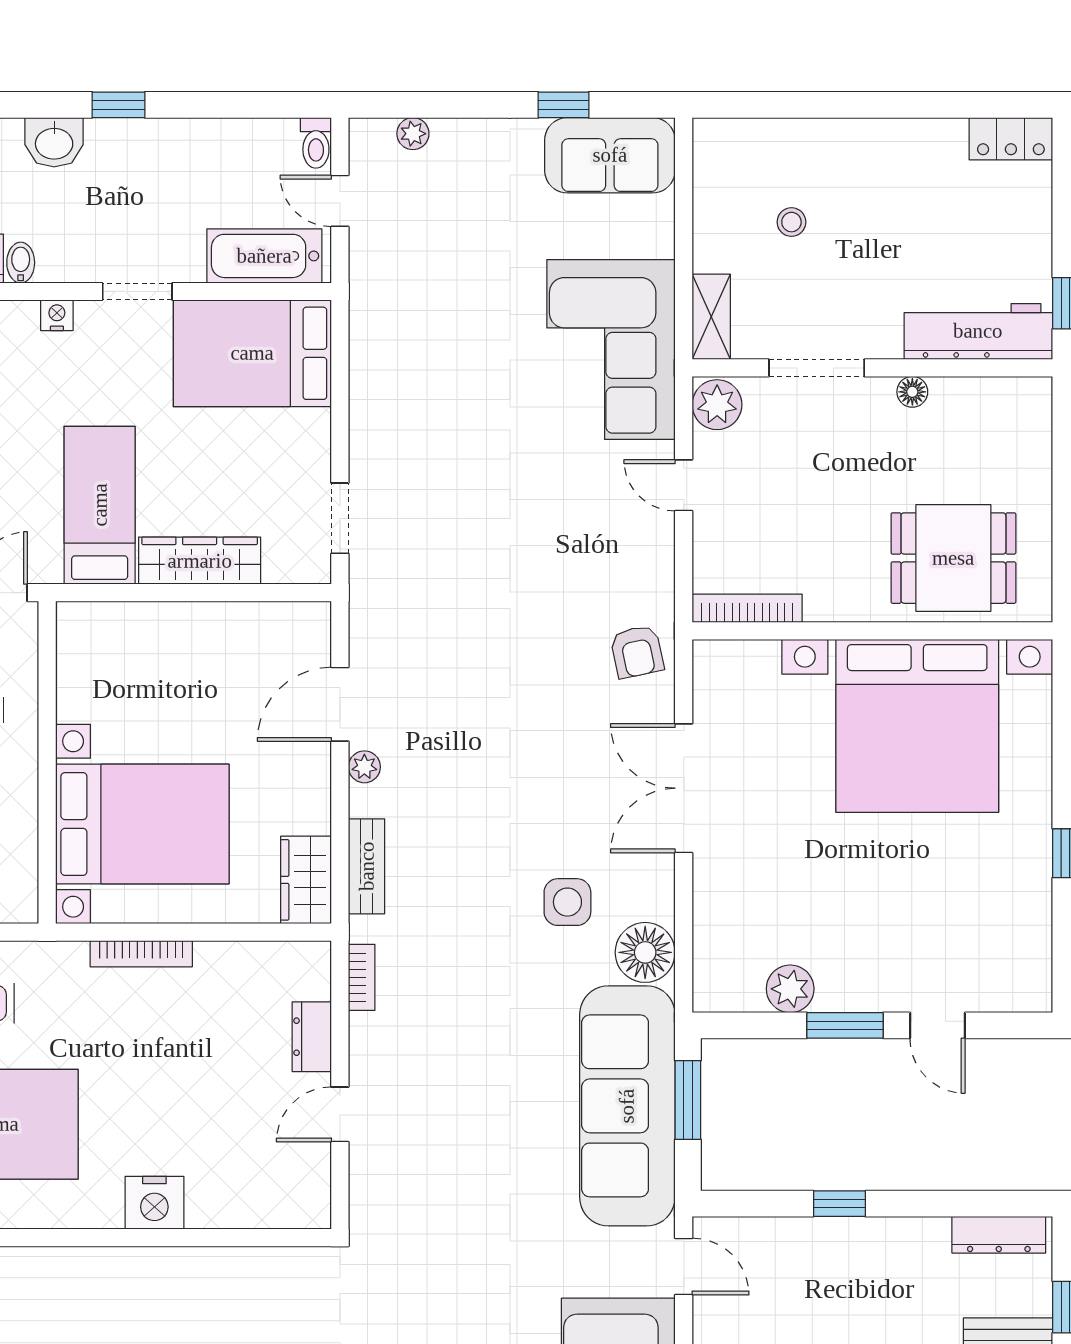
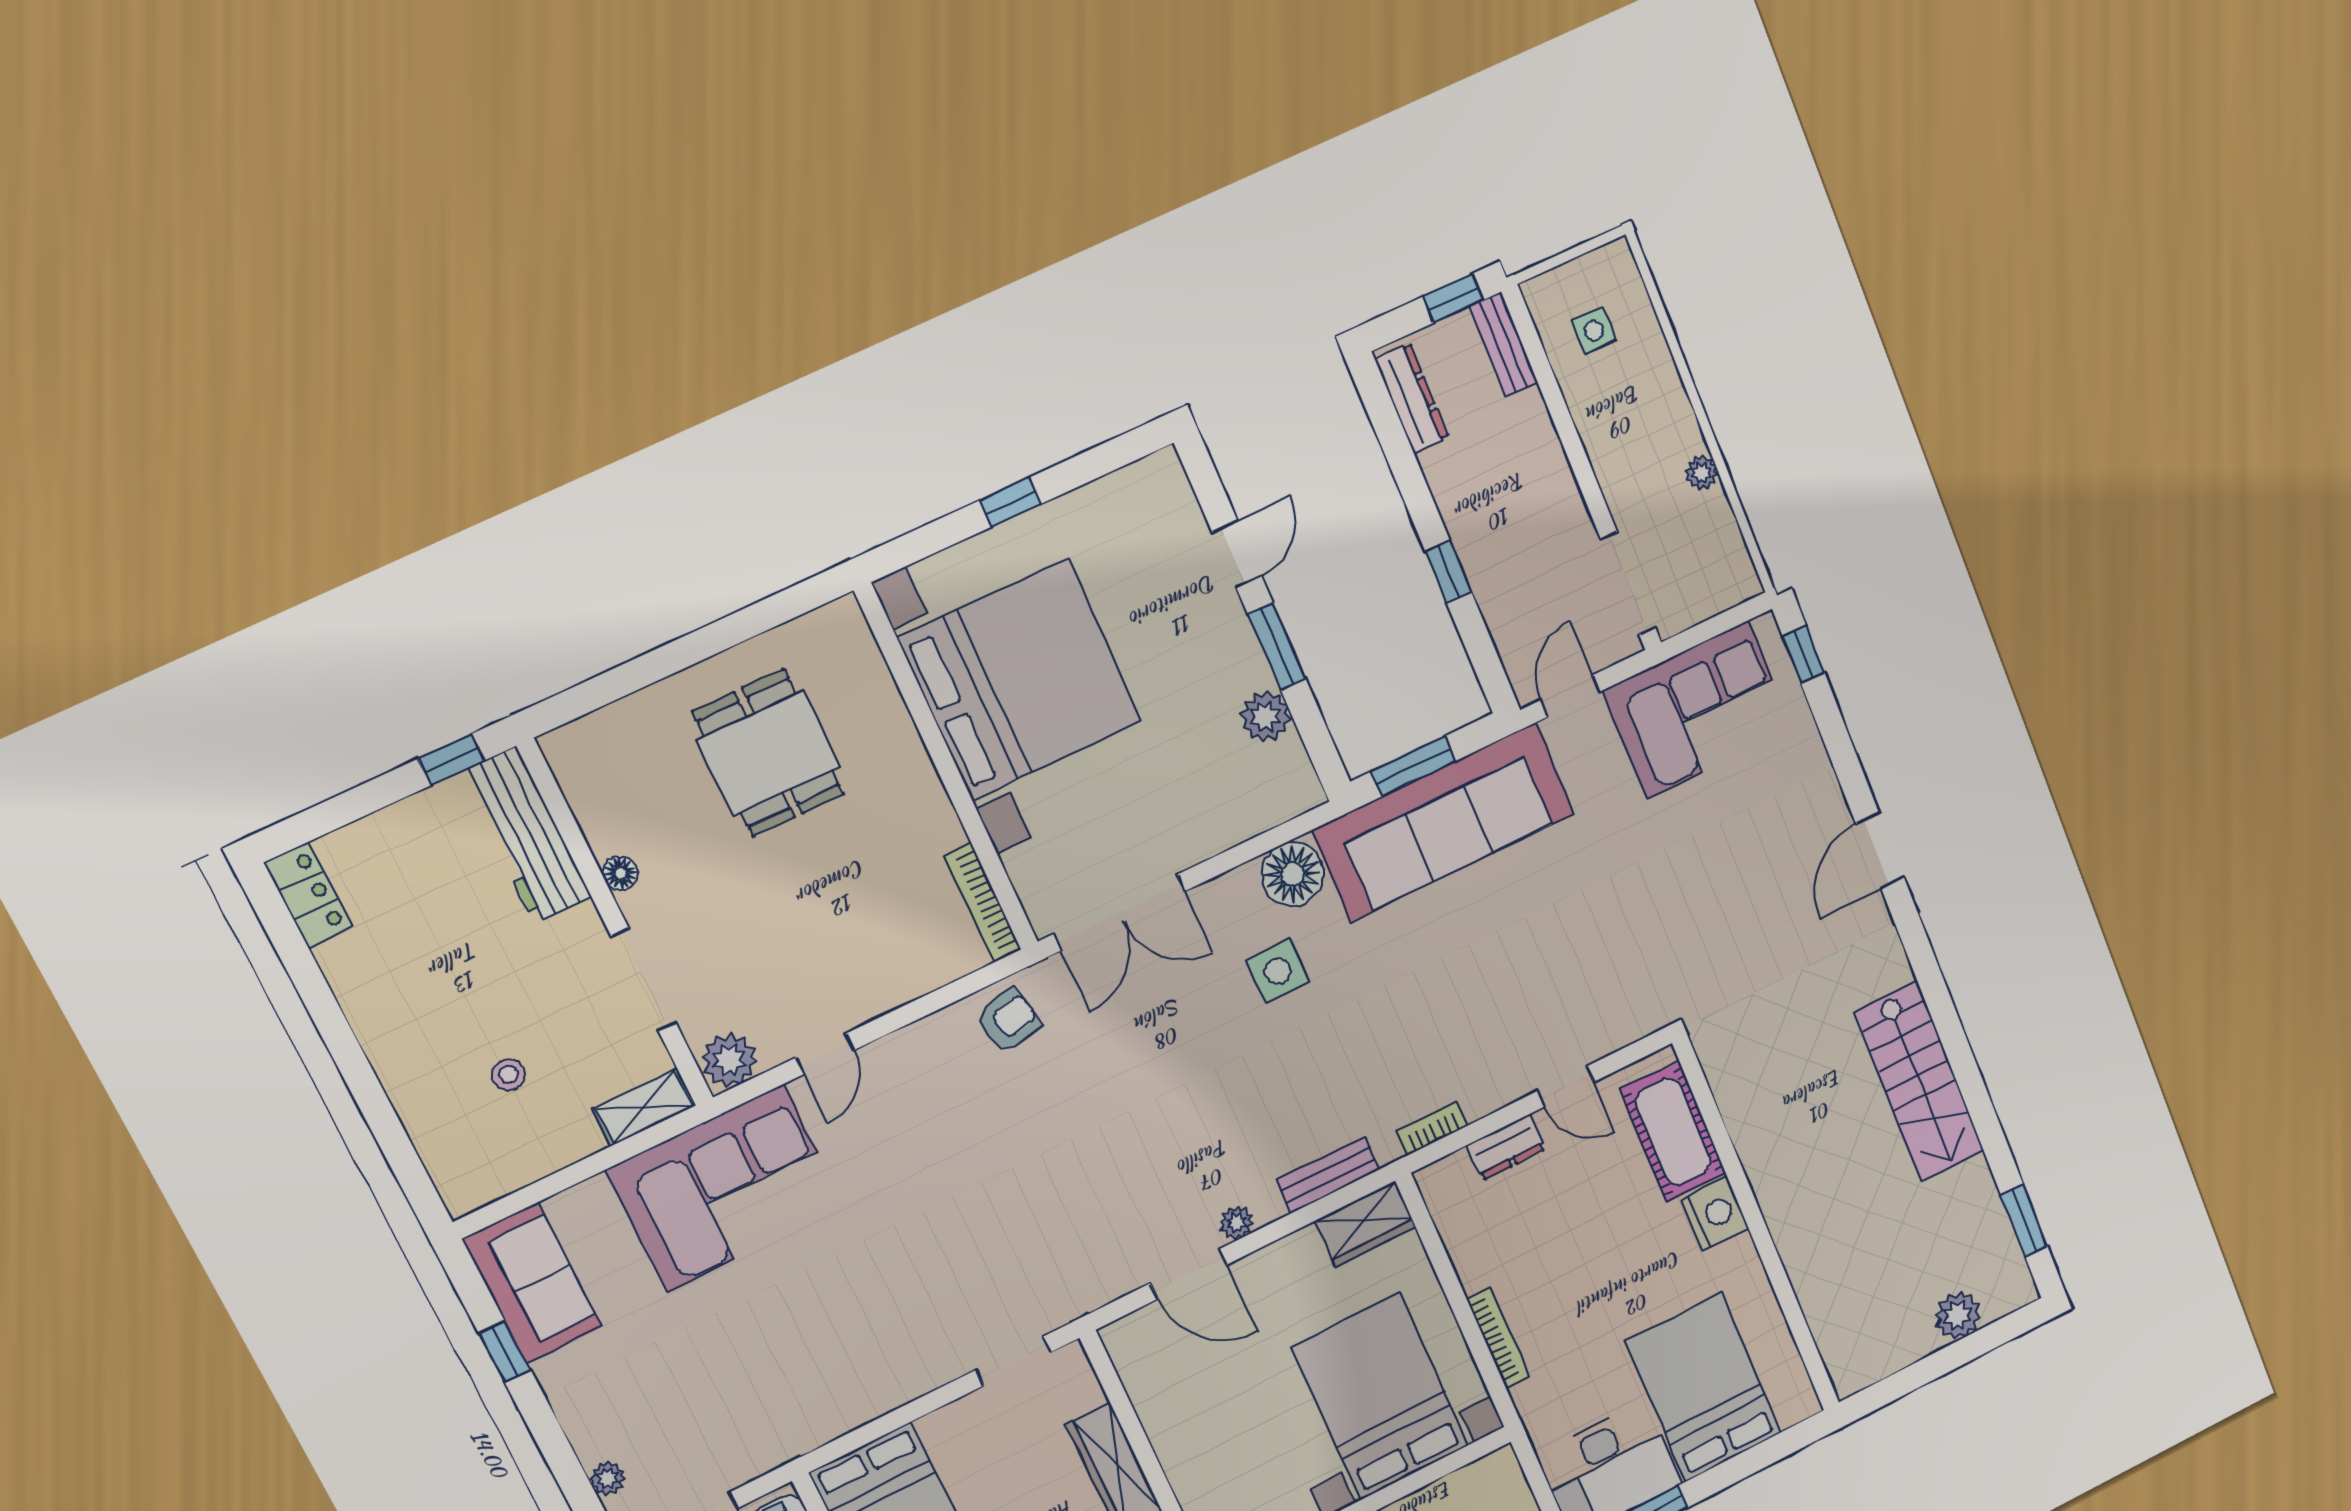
bookcase: (747, 608) -> (983, 903), moved
wall: (872, 631) -> (947, 769), moved
bed with nightstands: (917, 726) -> (1020, 680), moved
cot: (250, 1196) -> (1673, 1132), added

